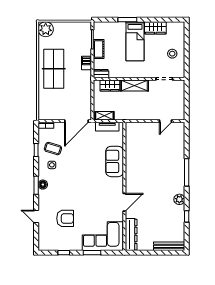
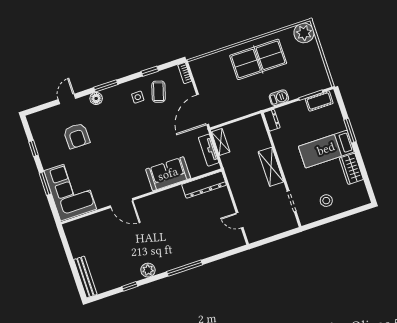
cot: (99, 49) -> (319, 101), moved
wardrobe: (110, 86) -> (261, 136), removed
door: (77, 121) -> (203, 110), hinge flipped
floor lamp: (43, 185) -> (96, 98), moved
dresser: (131, 235) -> (204, 185), moved

